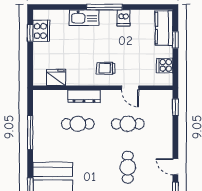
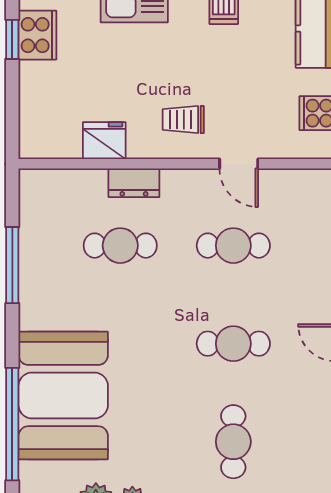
fridge: (56, 78) -> (104, 141), moved
dresser: (84, 96) -> (134, 183), width x0.70
cafe table: (128, 167) -> (233, 344), turned 90

